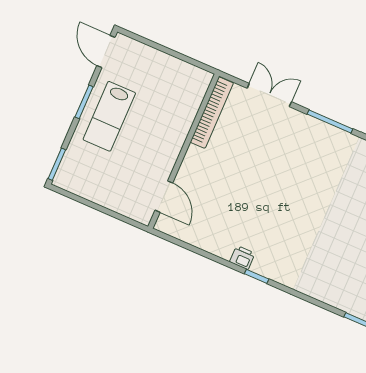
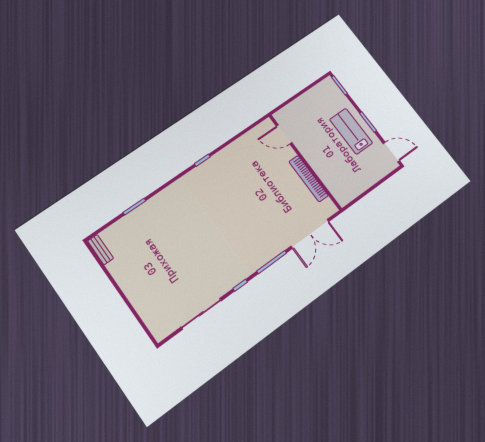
double door: (269, 95) -> (310, 234), width x1.37
bookcase: (212, 113) -> (308, 179), moved
printer: (242, 258) -> (219, 159), removed

